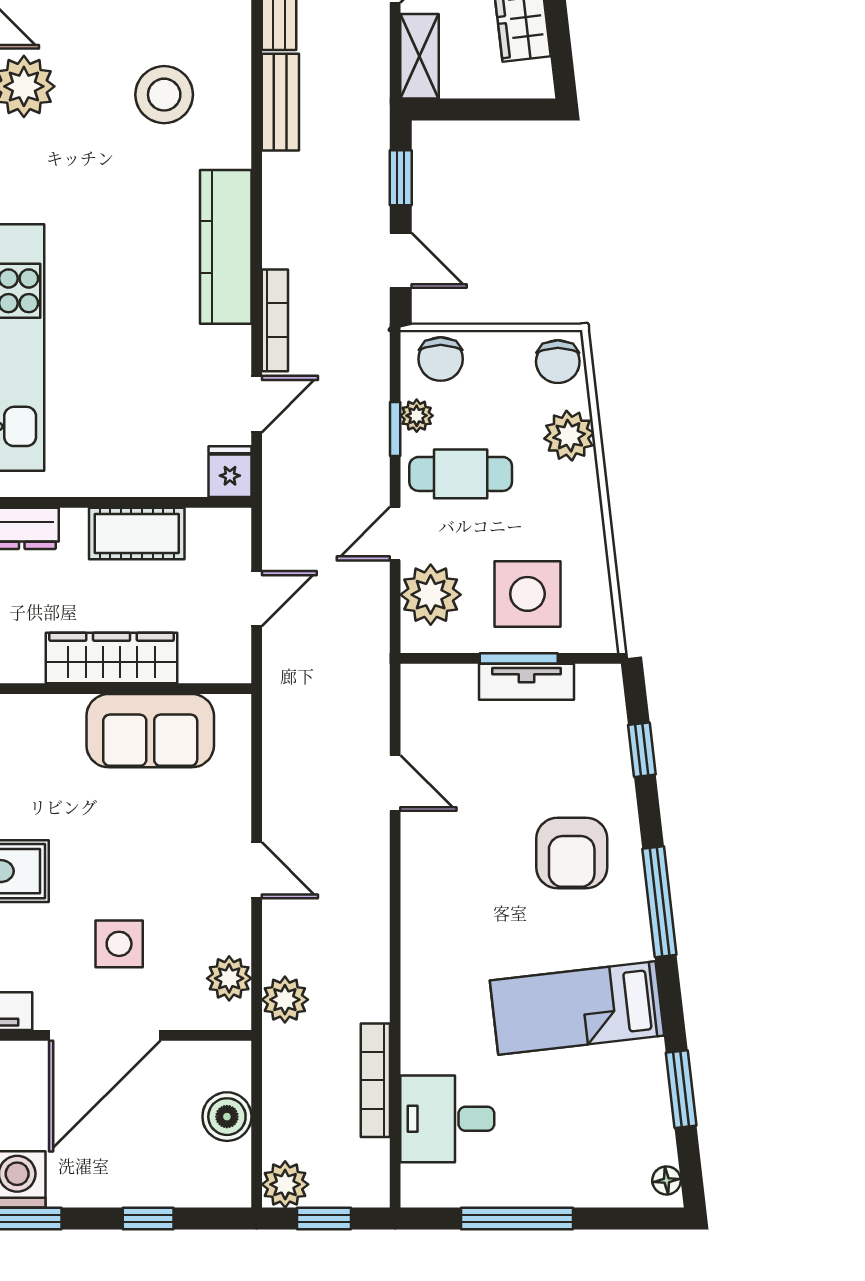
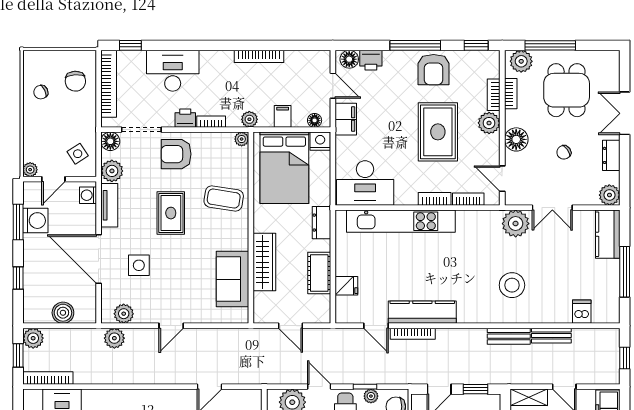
kitchen counter: (226, 247) -> (422, 312), moved
fridge: (230, 472) -> (346, 286), moved
bookcase: (375, 1080) -> (48, 378), moved

